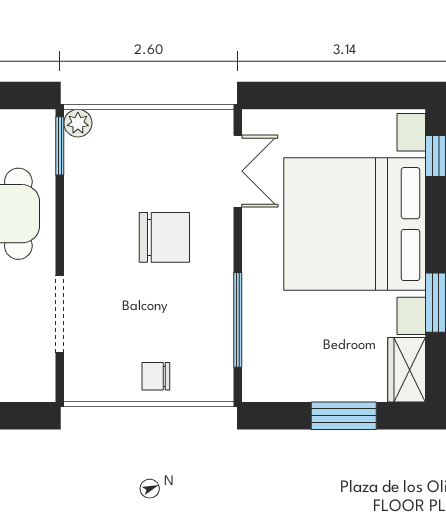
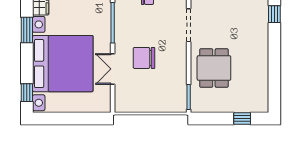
plant: (78, 123) -> (181, 107), removed
double door: (238, 171) -> (113, 69), moved

